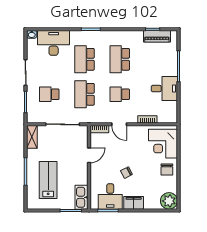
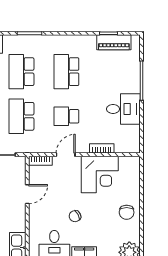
door: (119, 124) -> (66, 155), swing flipped
corner desk: (163, 144) -> (100, 175), moved, turned -90

